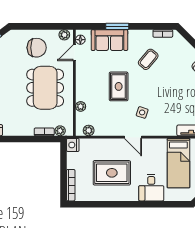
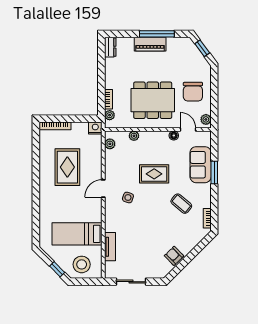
floor lamp: (80, 40) -> (174, 135), moved
desk: (151, 188) -> (52, 207), removed

